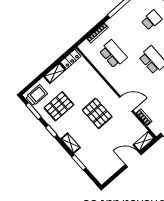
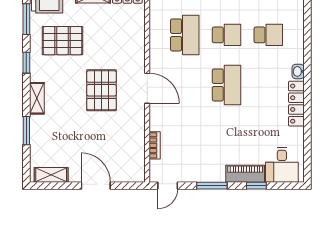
school desk: (132, 37) -> (227, 35), added
door: (126, 104) -> (147, 88), moved
shelving: (144, 141) -> (51, 175), moved

